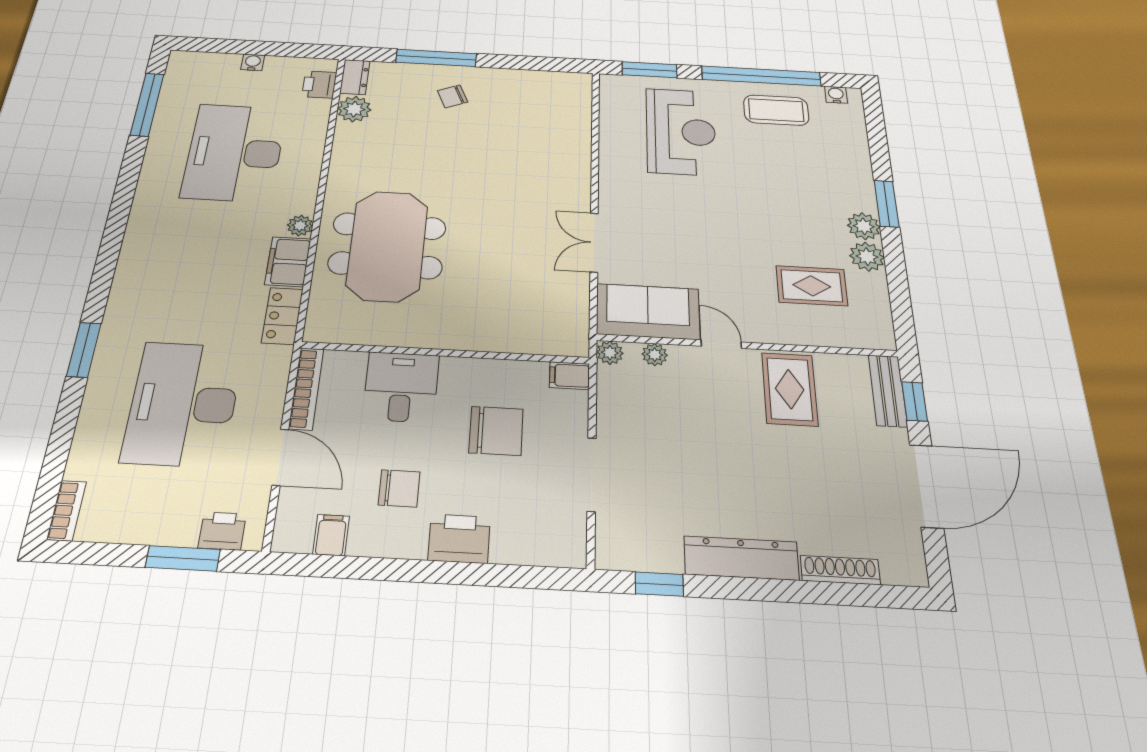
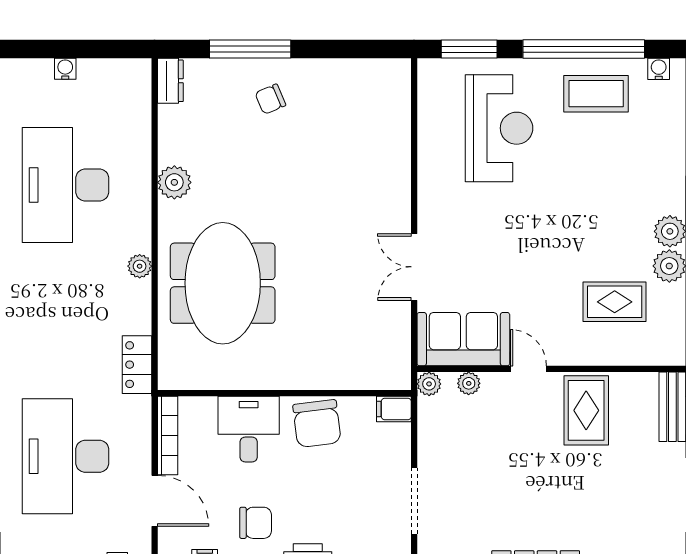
printer: (319, 84) -> (136, 93), removed
plant: (354, 109) -> (174, 182), moved
filing cabinet: (288, 262) -> (134, 307), removed
chair: (496, 431) -> (317, 424), moved, turned 83

